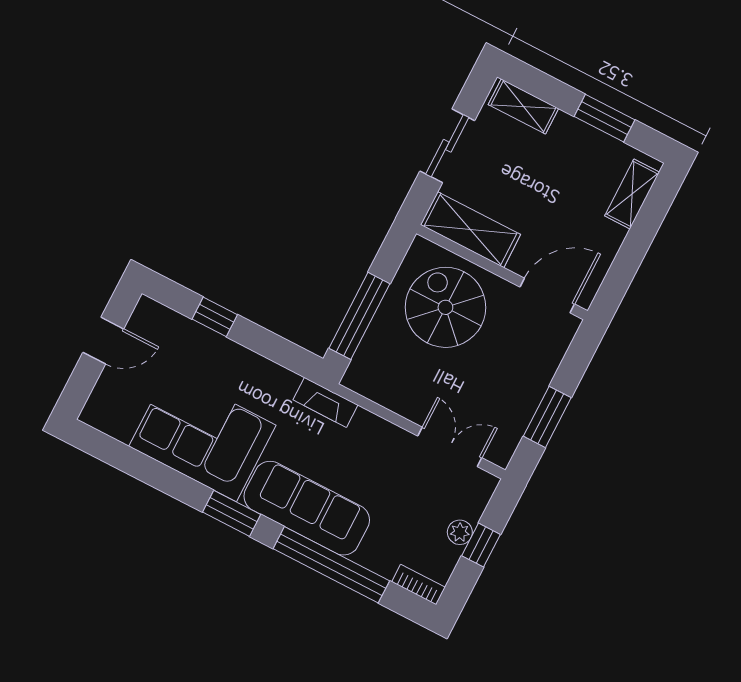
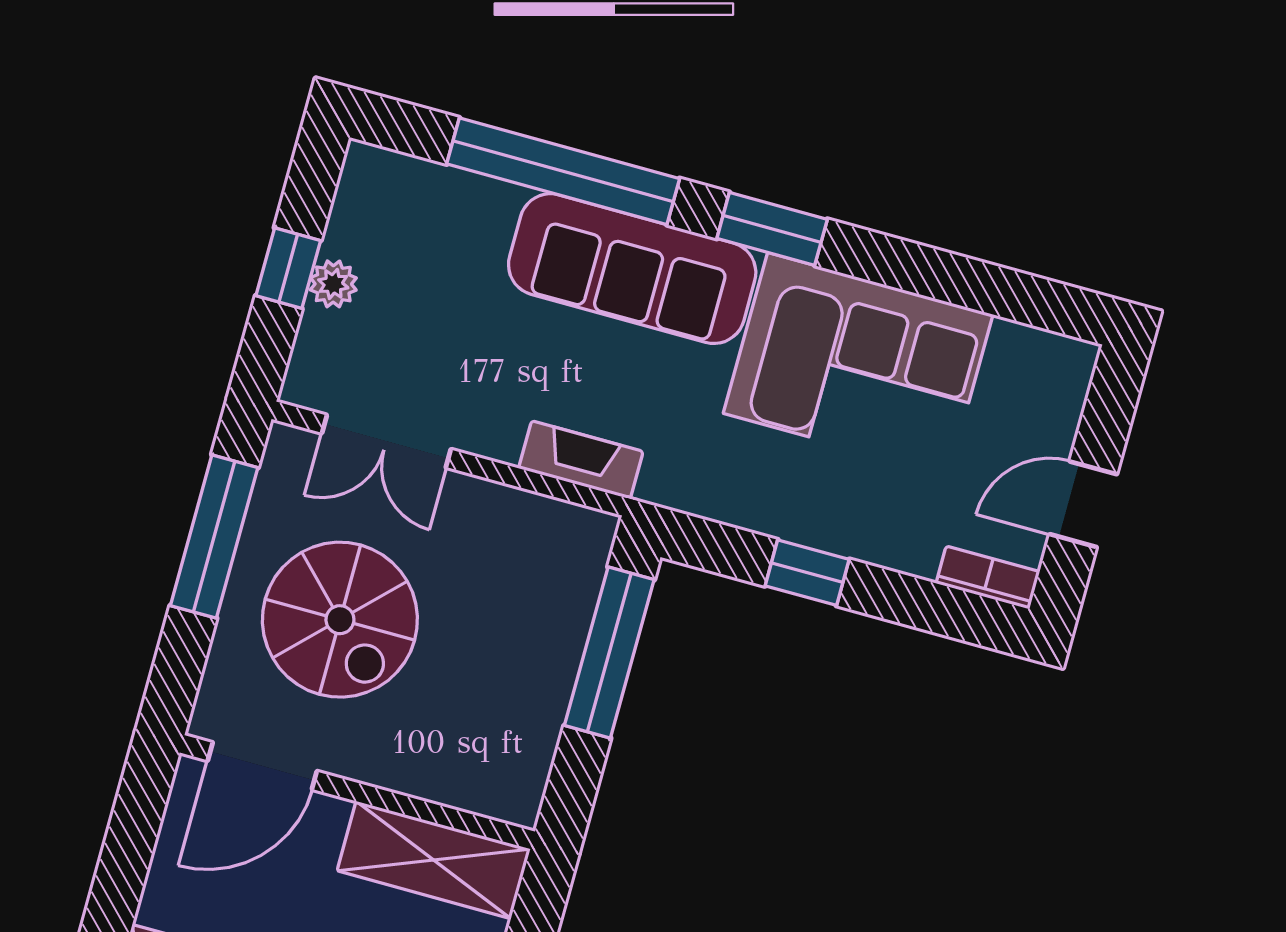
spiral stairs: (445, 307) -> (340, 620), moved
window: (215, 317) -> (807, 573), moved
fireplace: (325, 402) -> (581, 460), moved
window: (547, 417) -> (214, 537), width x1.44
bookcase: (418, 585) -> (988, 578), moved, turned 180

